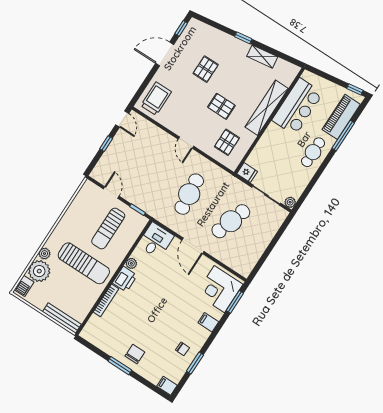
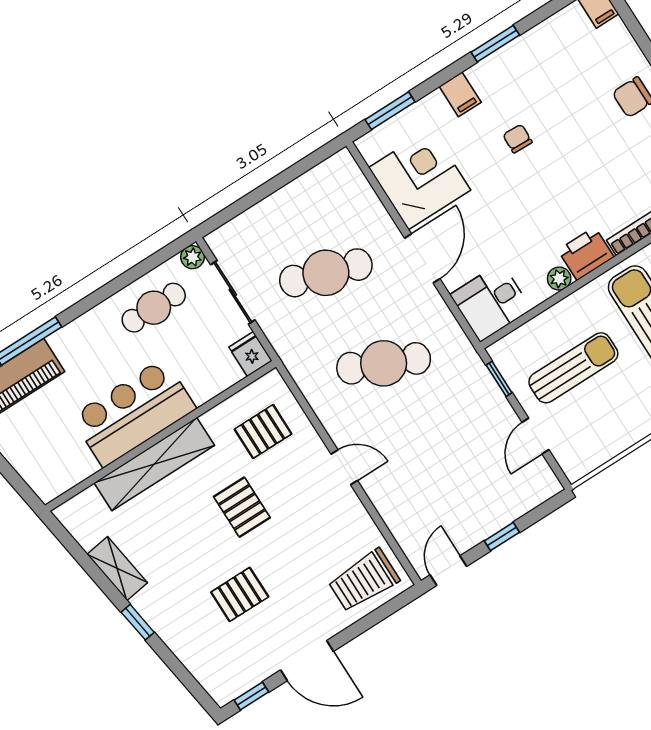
bar counter: (298, 107) -> (134, 413), moved
door: (186, 143) -> (344, 467), hinge flipped
cafe table: (313, 152) -> (154, 308), moved
cafe table: (189, 194) -> (384, 363), turned 30
corner desk: (219, 289) -> (420, 179), moved, turned -90
chair: (182, 349) -> (518, 139), moved
window: (195, 363) -> (495, 44), moved

